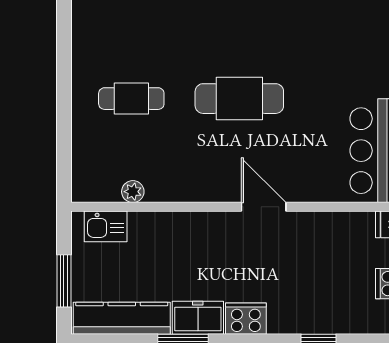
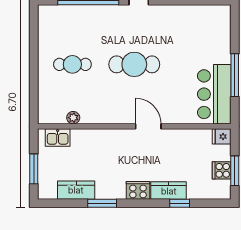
kitchen counter: (122, 318) -> (76, 190), width x0.67
freezer: (198, 318) -> (110, 190), removed
kitchen counter: (299, 319) -> (169, 191), added

